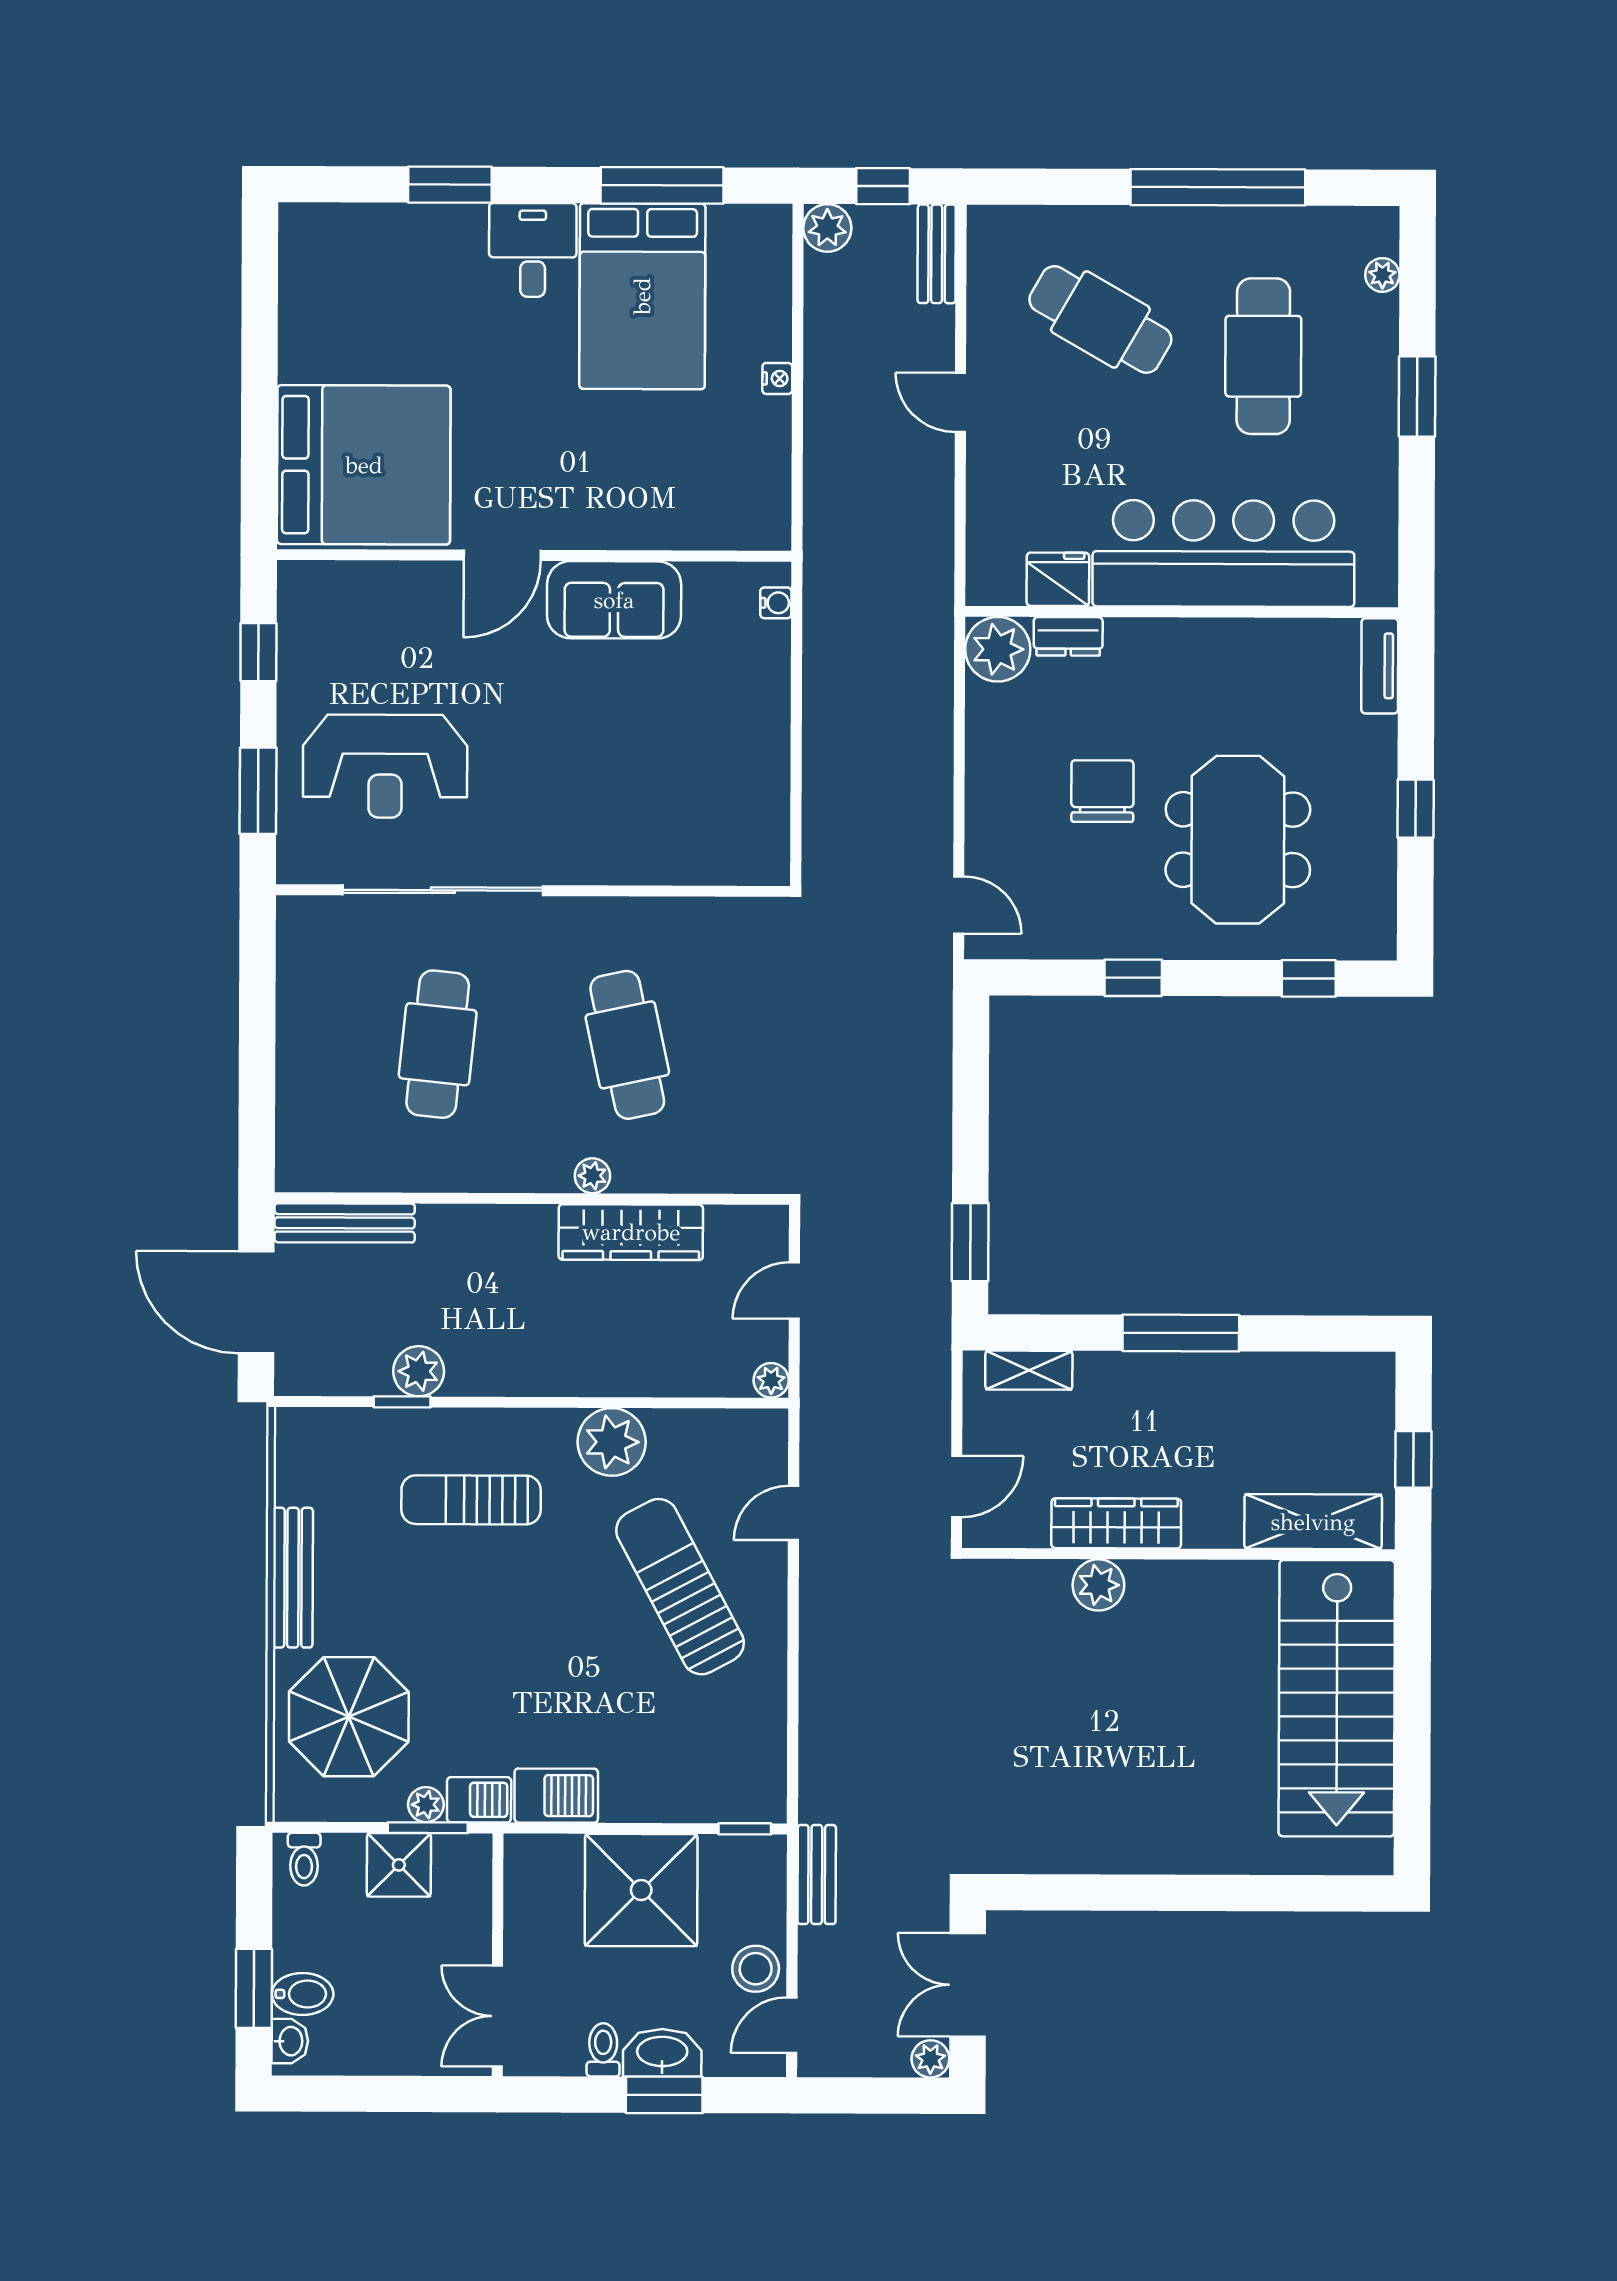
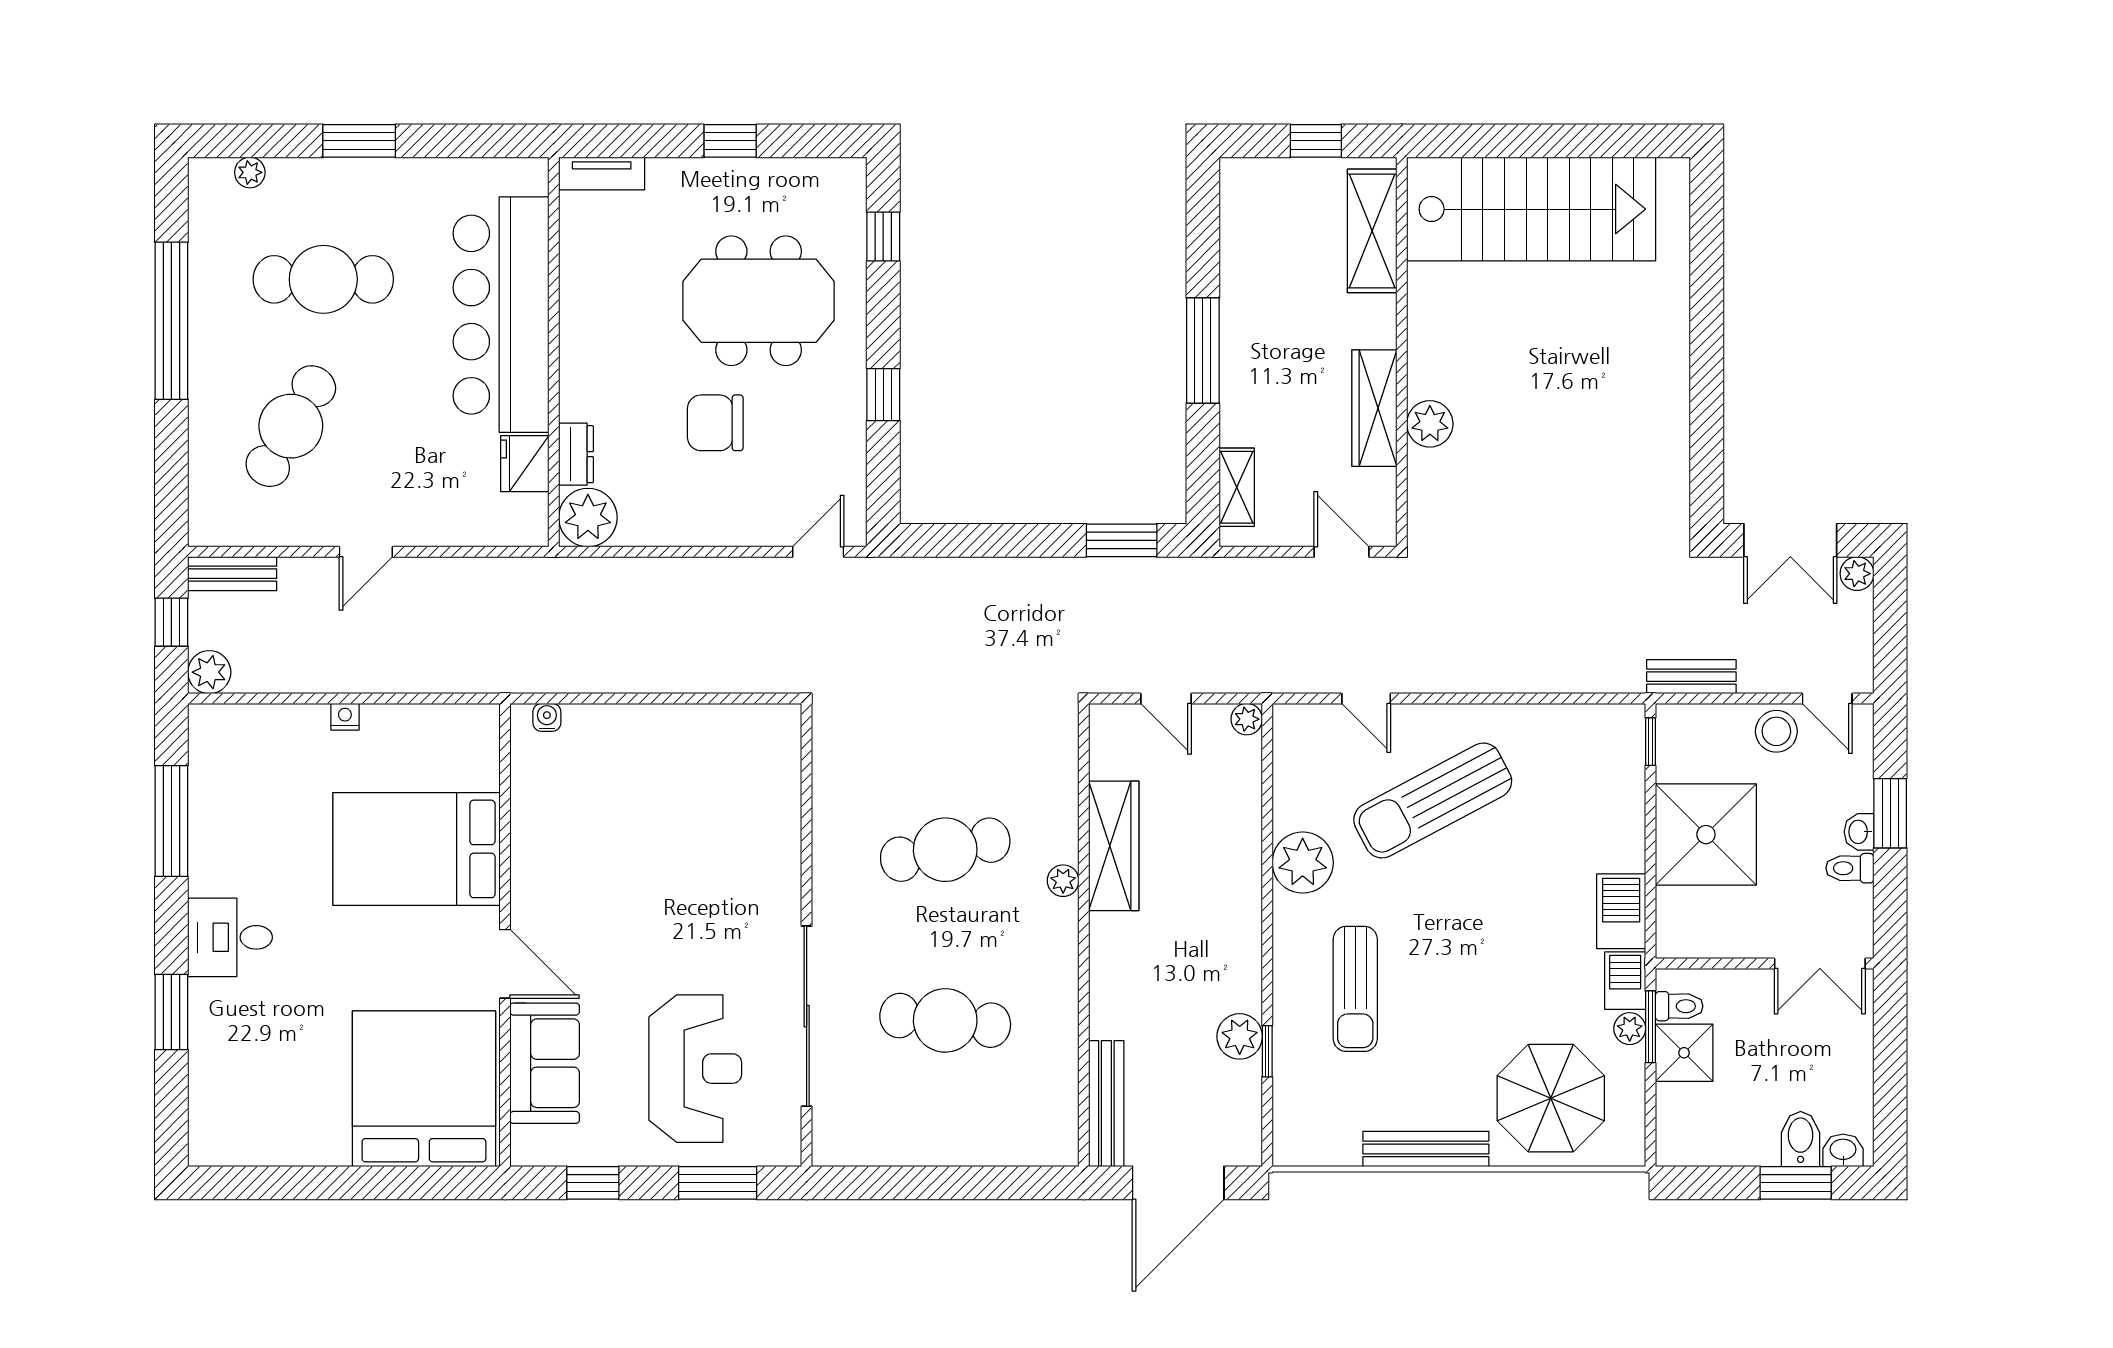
bed: (642, 296) -> (416, 849), moved, turned 180
sofa: (614, 600) -> (545, 1063), moved
toilet: (304, 1859) -> (1679, 1006), moved
washbasin: (662, 2053) -> (1859, 832), width x0.52, depth x0.69

